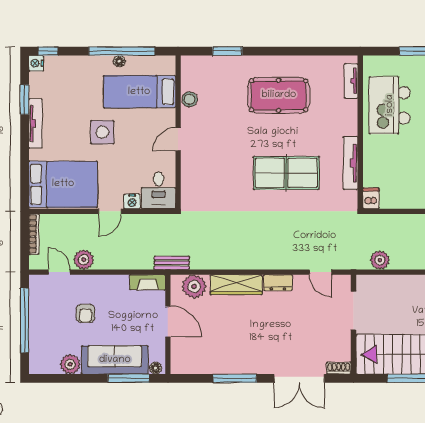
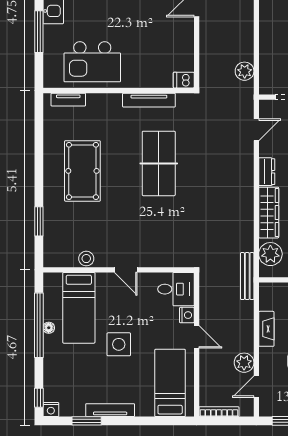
bed: (63, 184) -> (170, 383), width x0.67
bench: (172, 263) -> (247, 276), width x1.36
fireplace: (148, 282) -> (266, 329), moved

